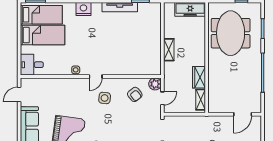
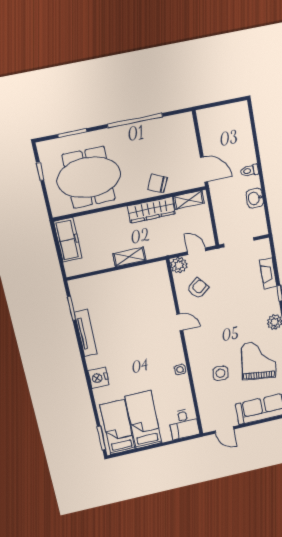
door: (96, 77) -> (180, 322), moved
wardrobe: (199, 77) -> (151, 210), width x1.50
chair: (217, 80) -> (157, 183), added
side table: (105, 98) -> (221, 373), moved
door: (243, 114) -> (204, 169), moved

